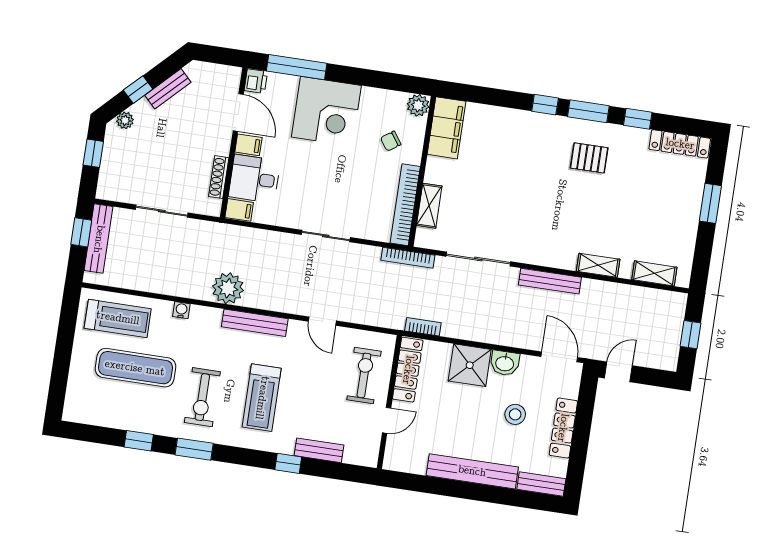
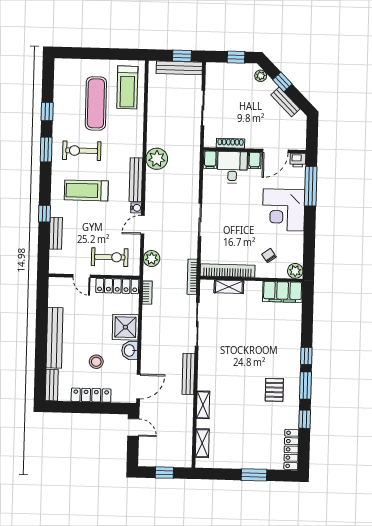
water cooler: (181, 310) -> (136, 208), moved
plant: (374, 314) -> (152, 259), added

